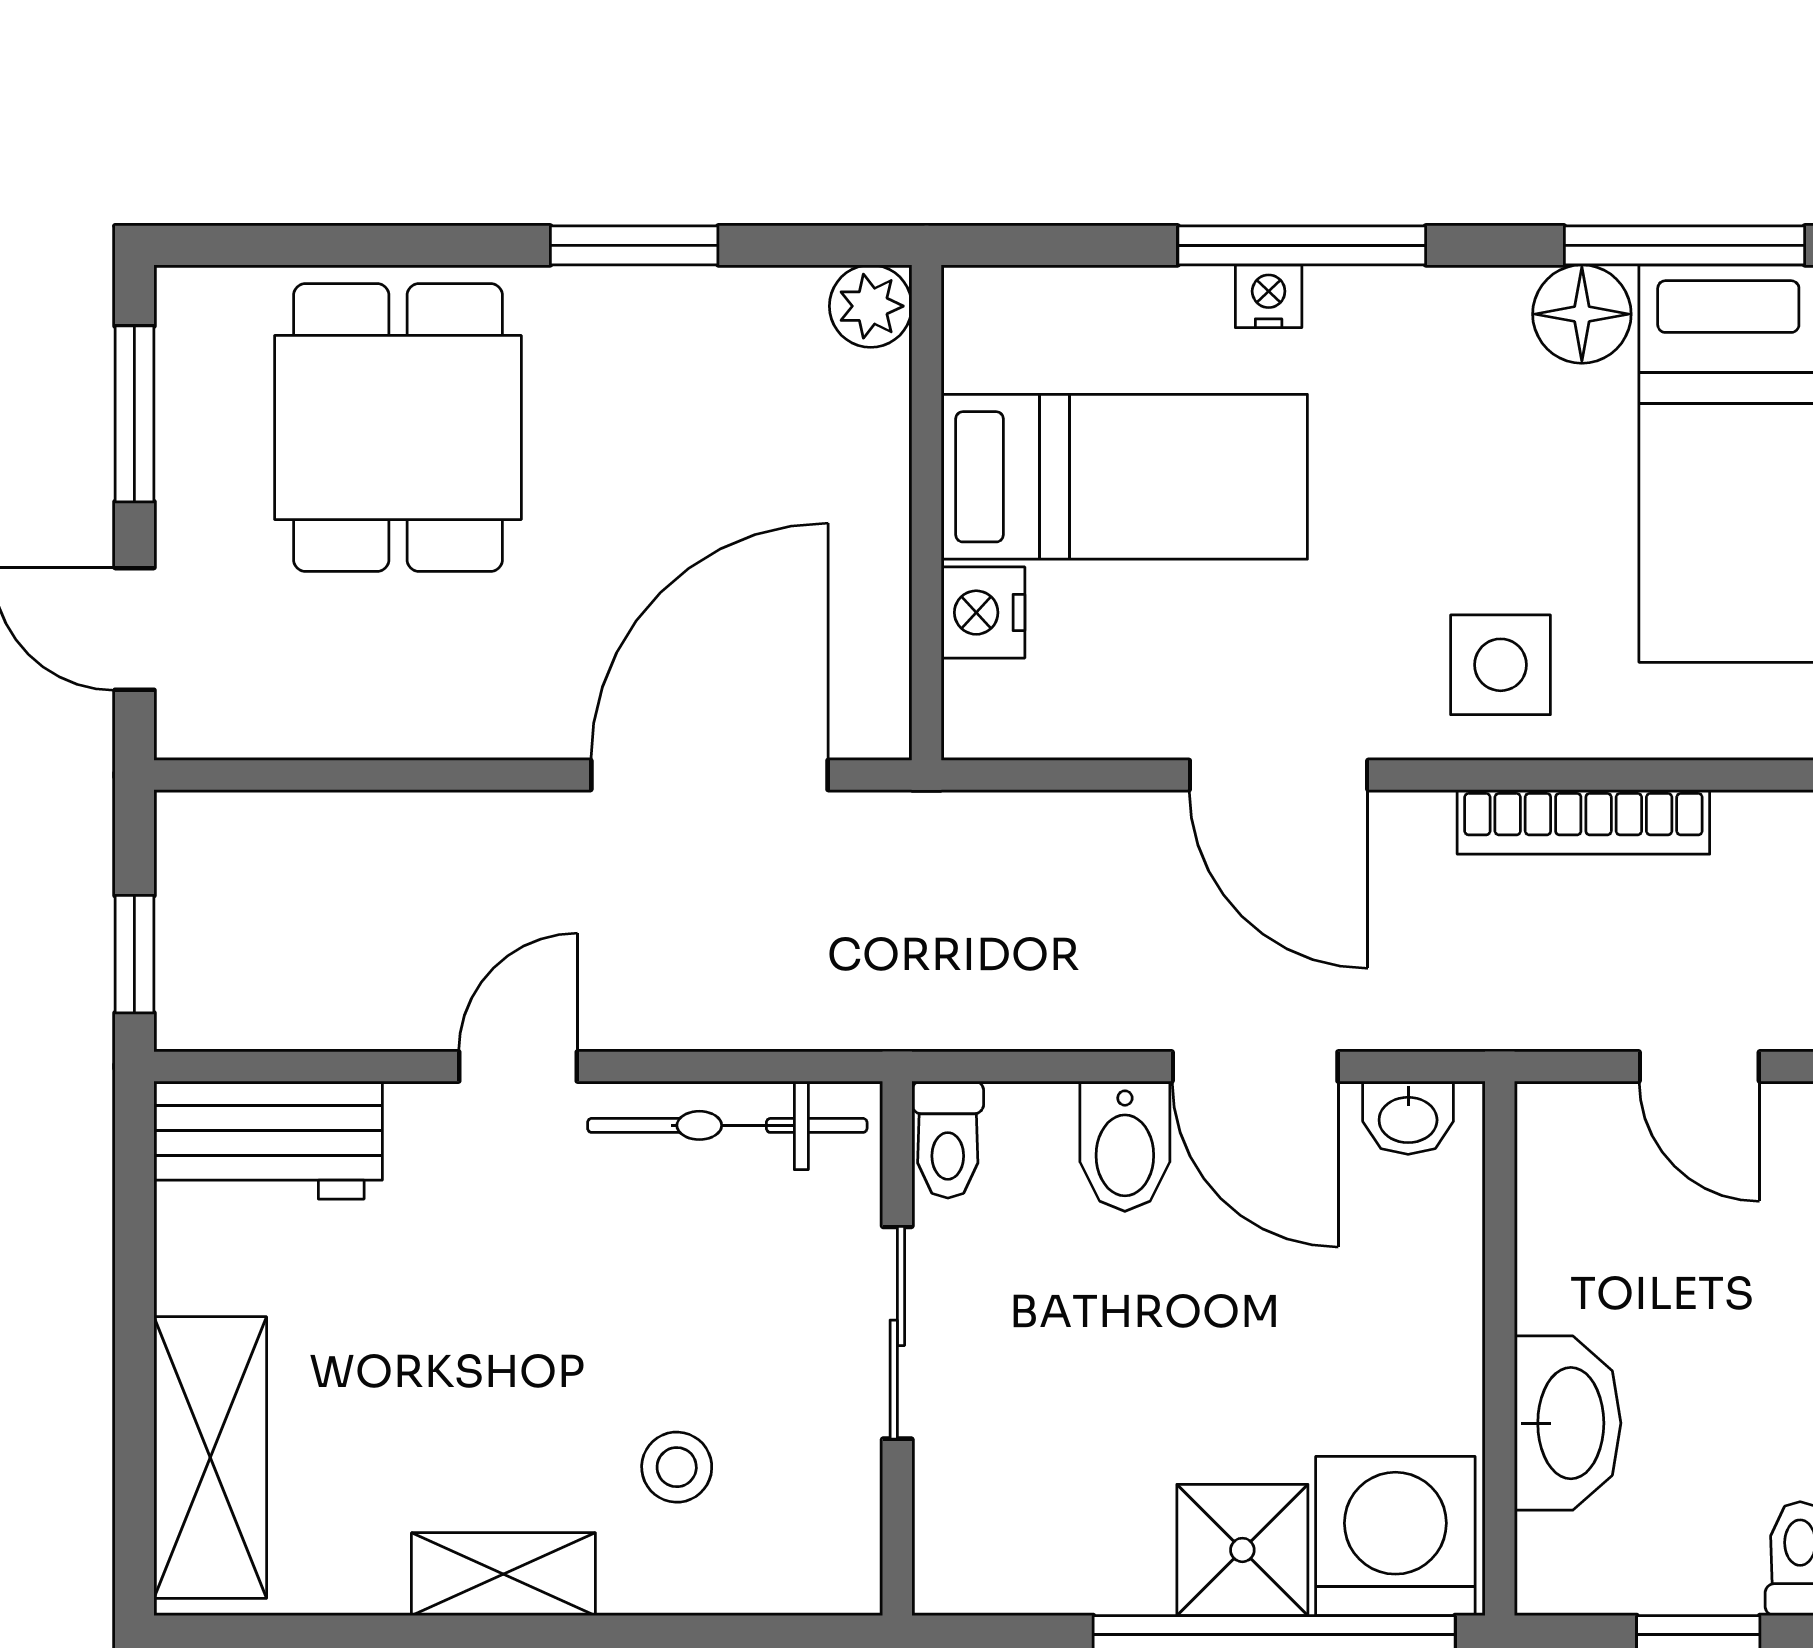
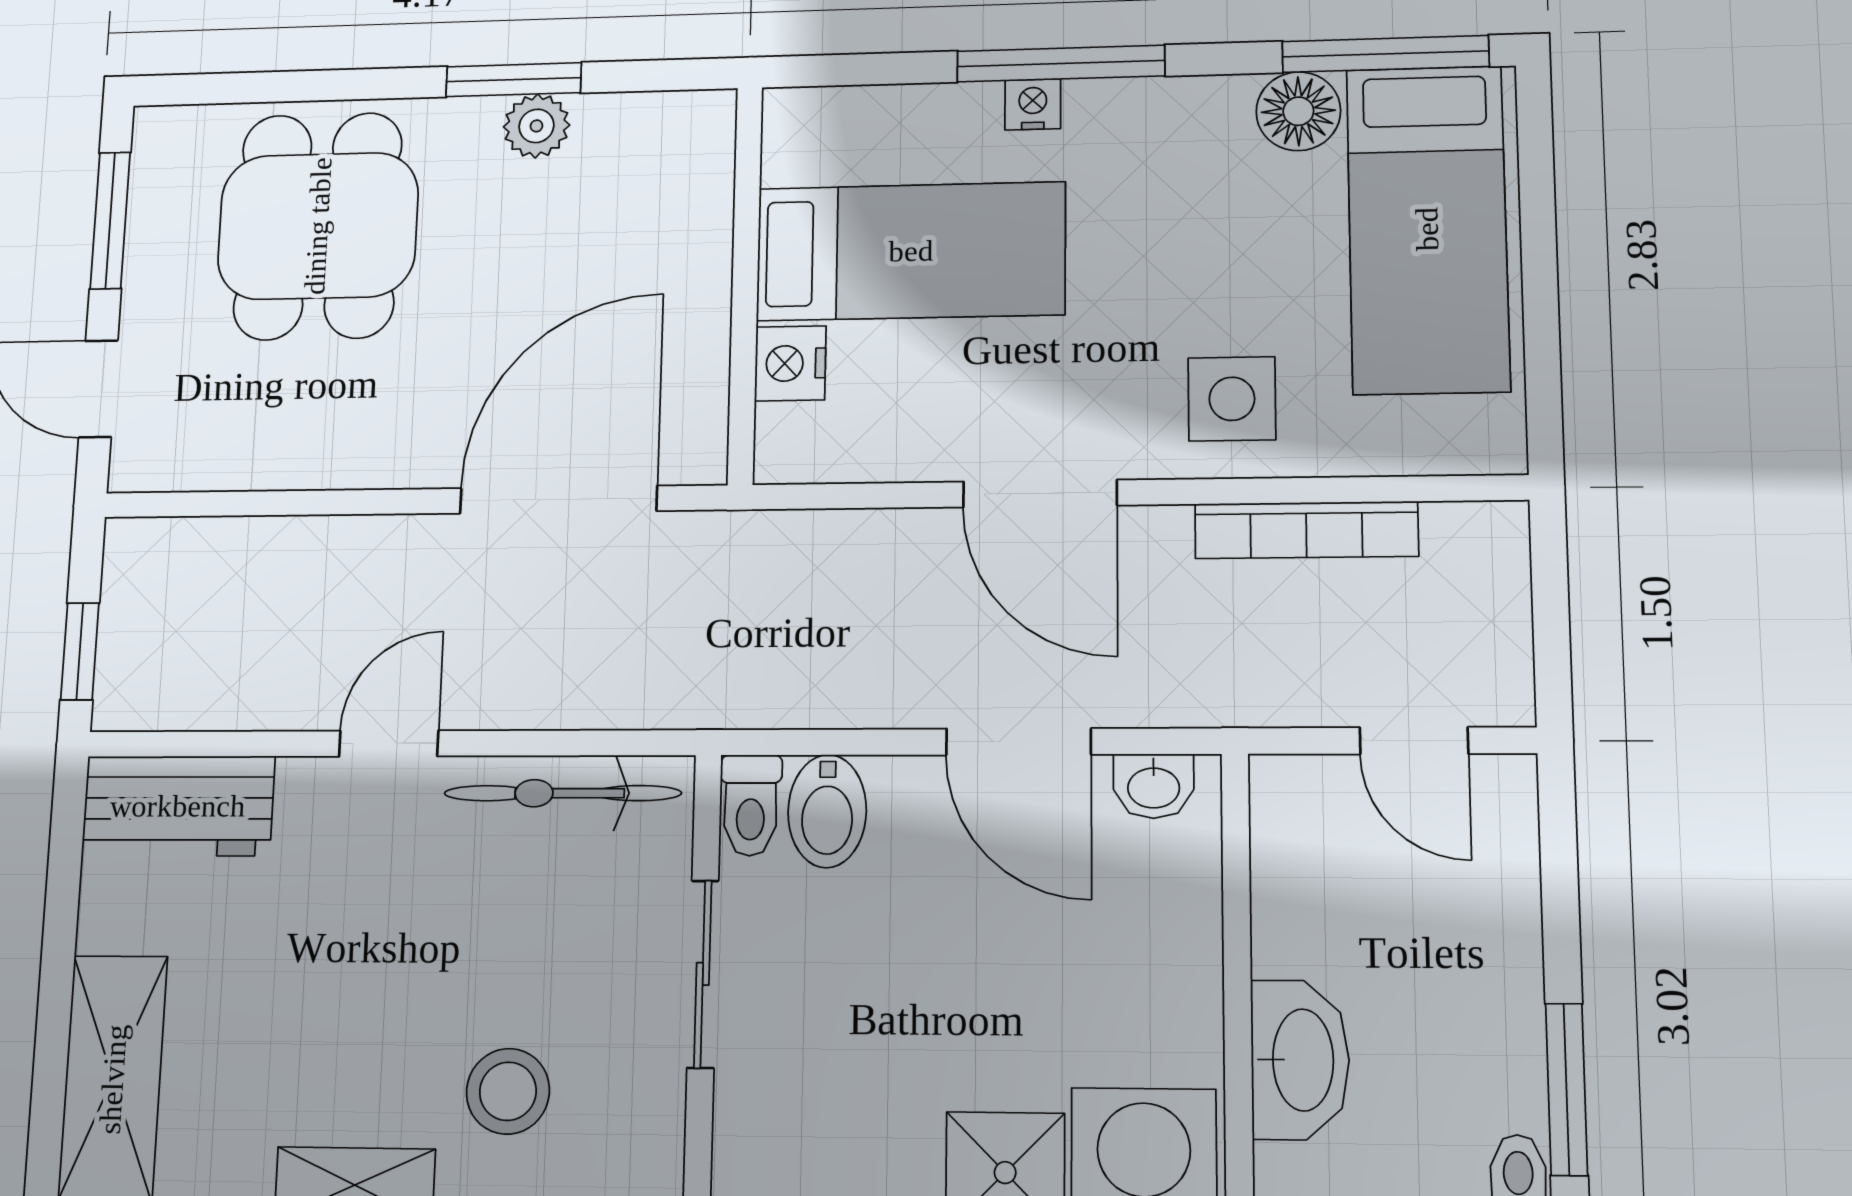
plant: (871, 306) -> (536, 126), moved
bidet: (1125, 1146) -> (827, 811), moved
stool: (677, 1467) -> (508, 1091), width x1.37, depth x1.37

